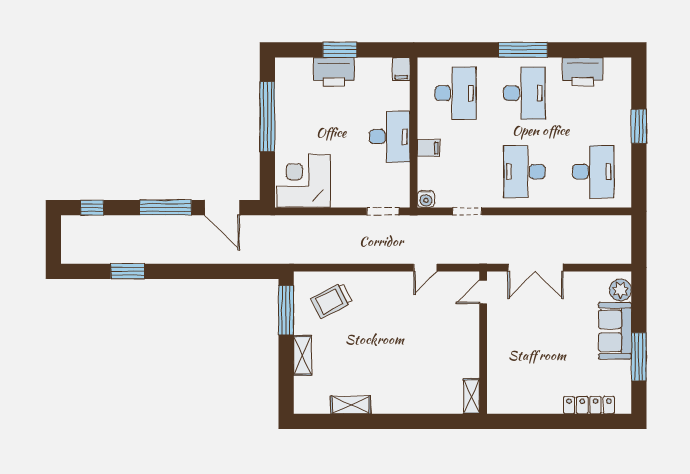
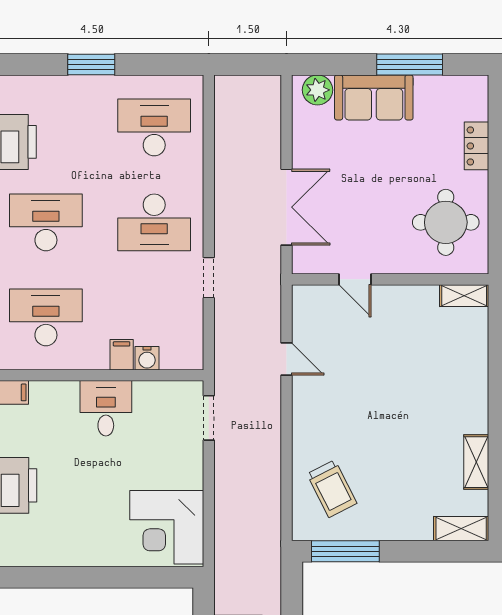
window: (267, 117) -> (78, 577), removed
desk: (390, 137) -> (106, 408), width x0.73
water cooler: (426, 199) -> (147, 358), moved, turned 90
doorway: (467, 211) -> (209, 278), moved
door: (483, 292) -> (355, 279), moved
shelving: (303, 355) -> (461, 529), moved
round table: (524, 383) -> (446, 222), added
locker: (589, 405) -> (476, 146), width x0.66

